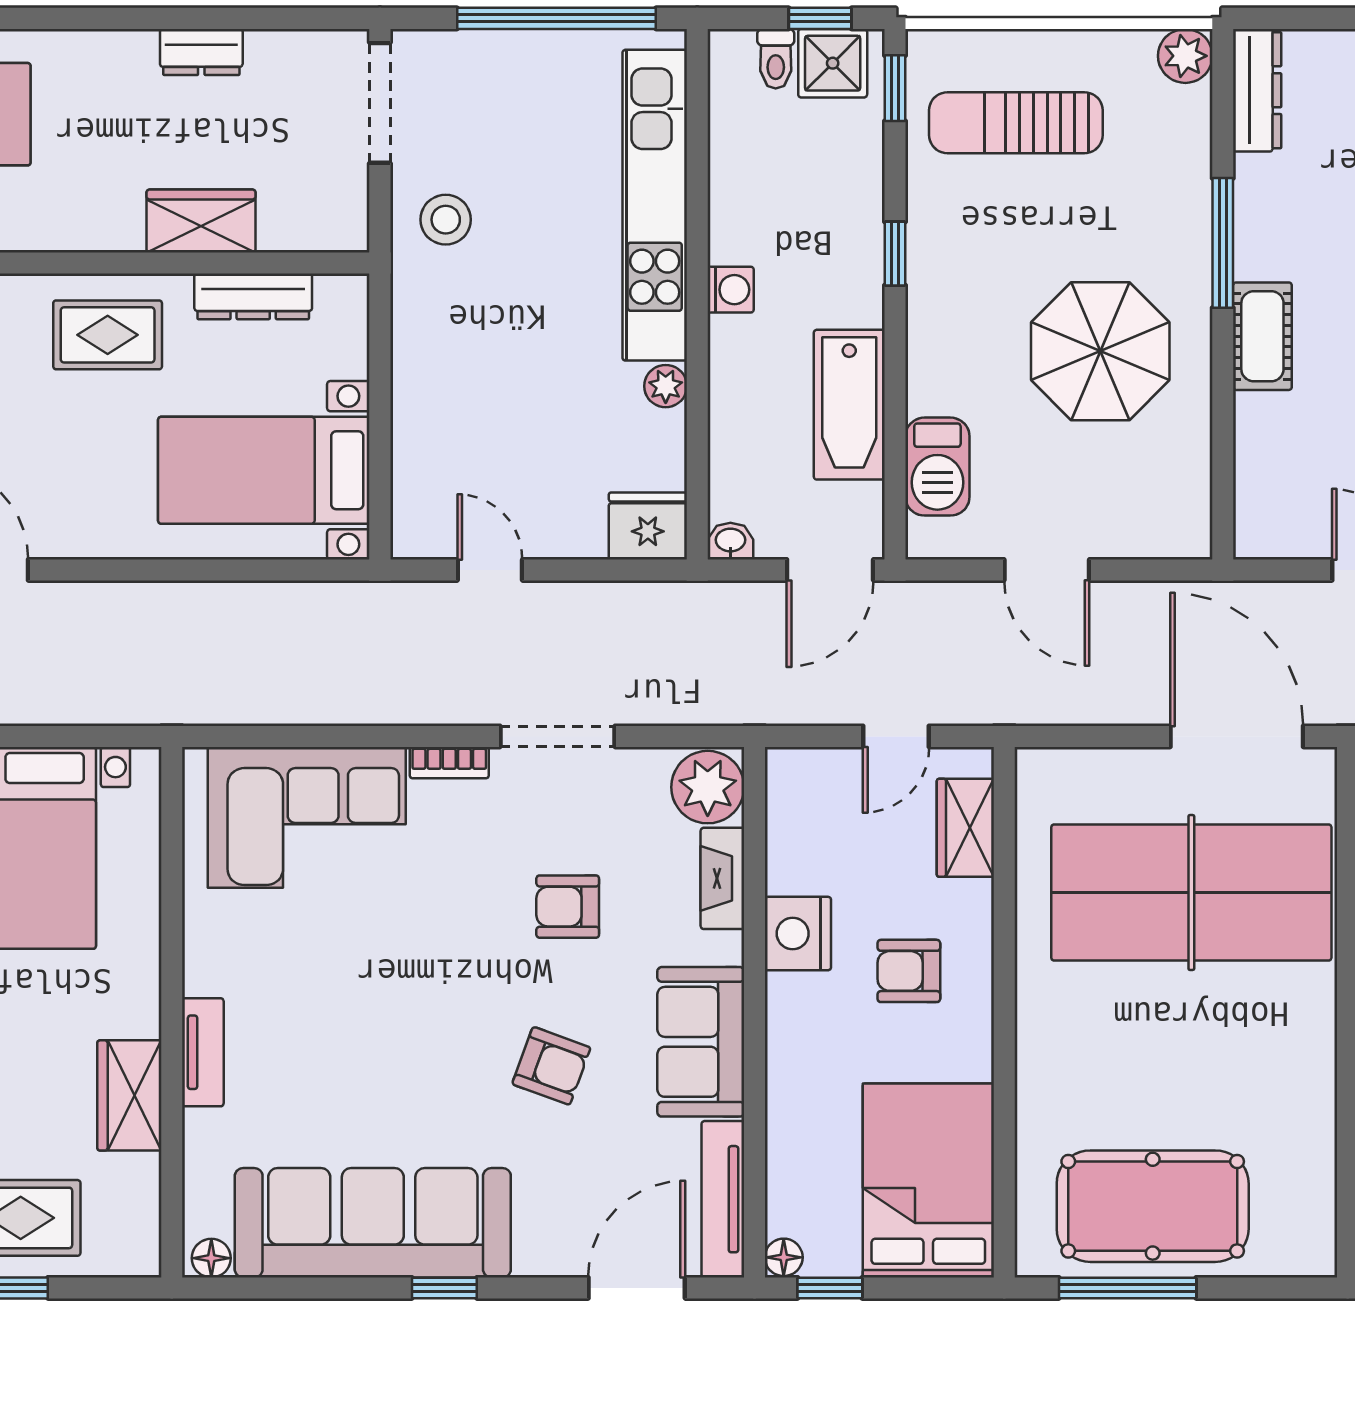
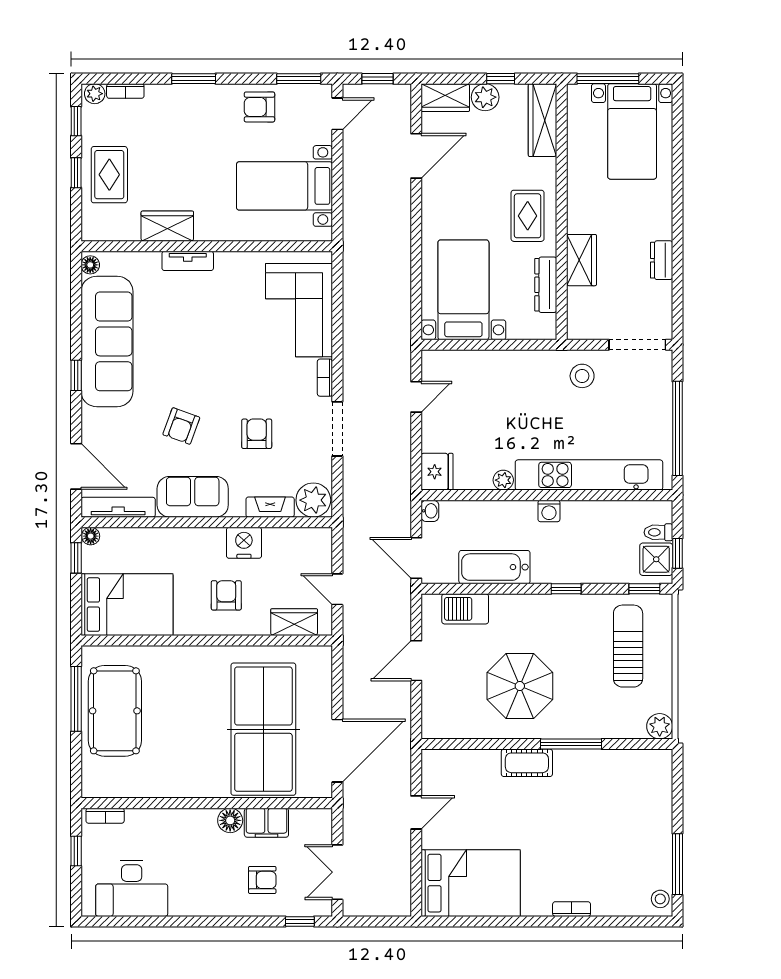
dresser: (1257, 90) -> (643, 760), removed

